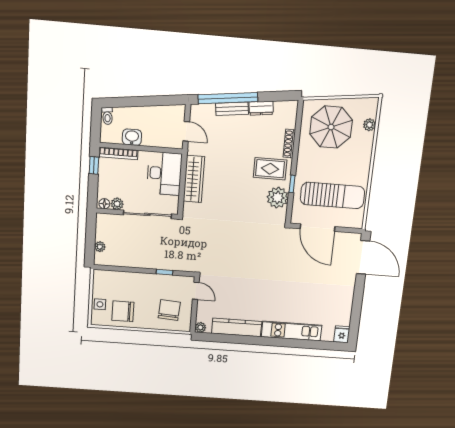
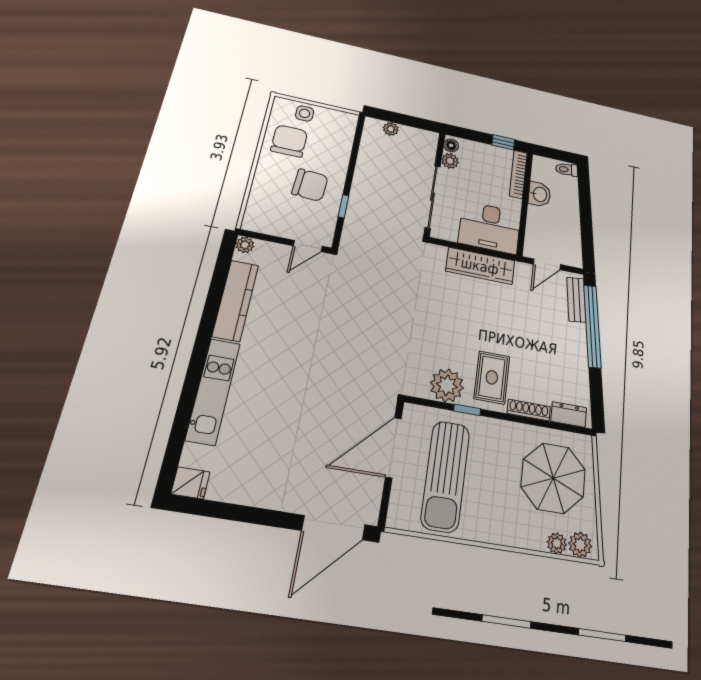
dresser: (261, 108) -> (569, 414), moved, turned 97
bench: (232, 109) -> (576, 300), moved
plant: (370, 109) -> (580, 545), added
chair: (169, 310) -> (310, 185), moved

